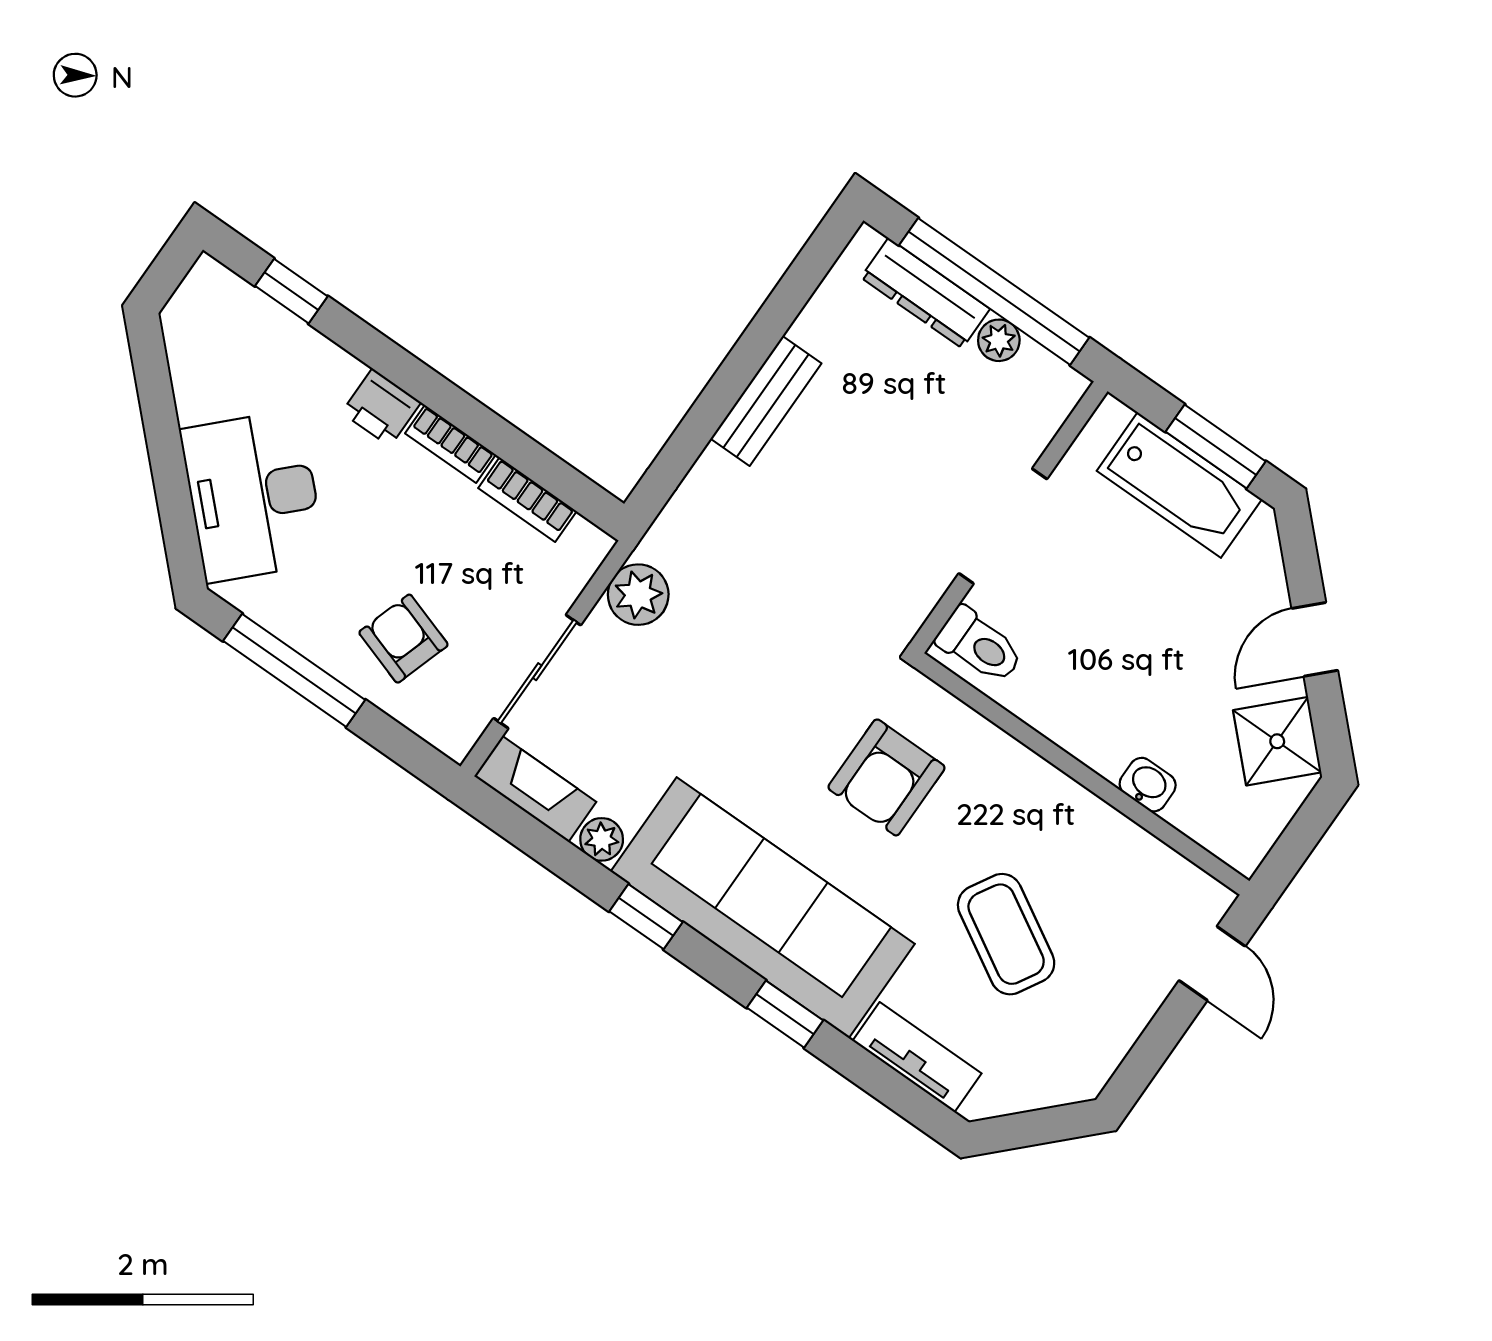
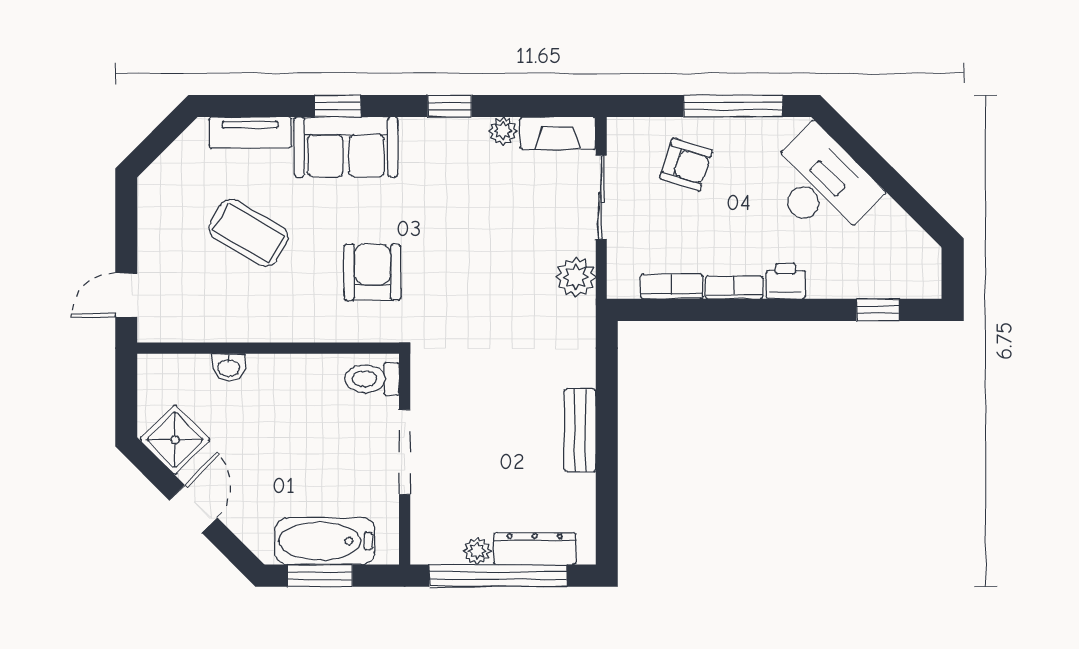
sofa: (763, 908) -> (346, 147), width x0.54, depth x0.79
door: (1212, 963) -> (126, 295), hinge flipped

